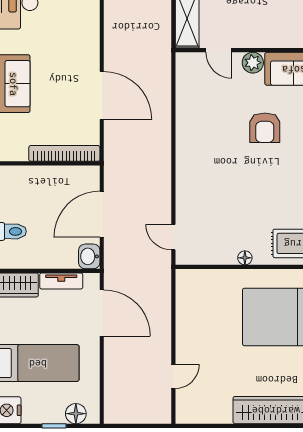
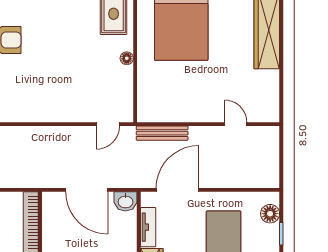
bench: (163, 296) -> (162, 133), added

